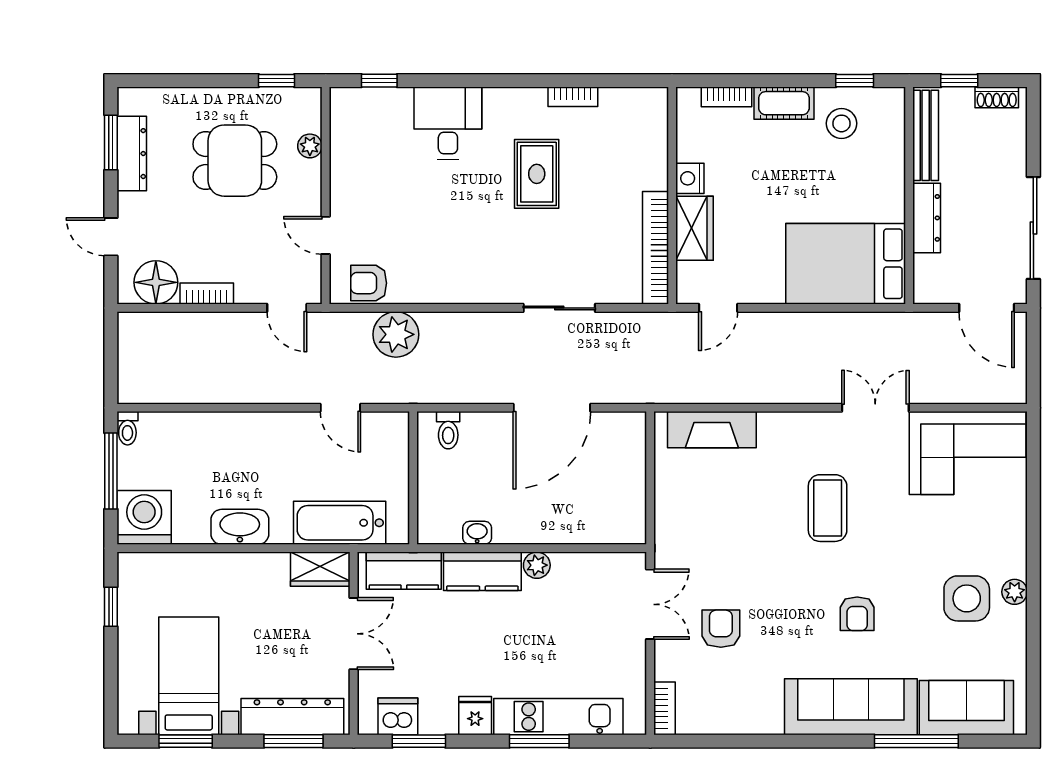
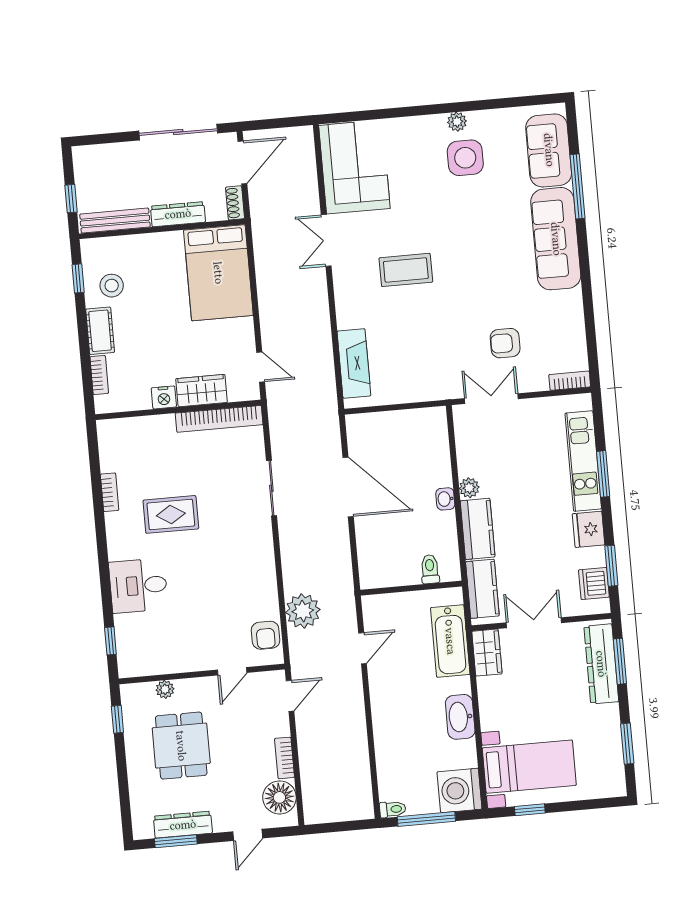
shoe rack: (997, 97) -> (235, 203), moved, turned 180
toilet: (448, 430) -> (430, 569), moved, turned -90
washbasin: (477, 533) -> (445, 499), moved
armchair: (857, 614) -> (484, 240), removed
bed with nightstands: (189, 676) -> (529, 767), moved, turned 180
fridge: (475, 716) -> (588, 529), width x1.38

